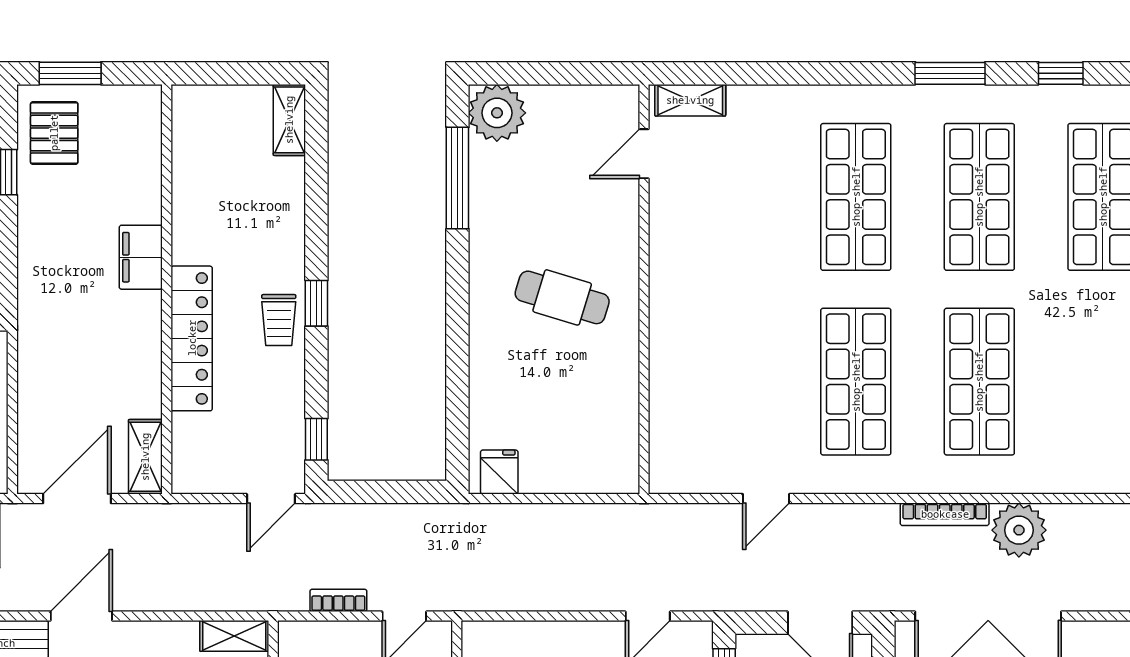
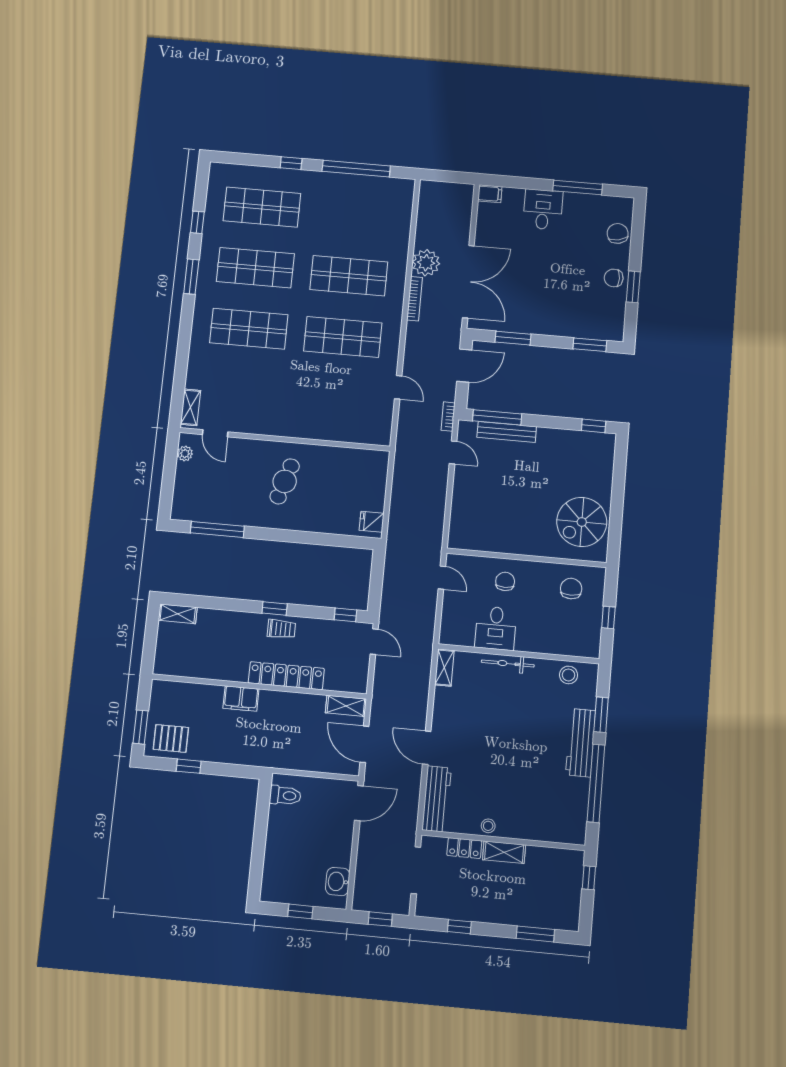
plant: (497, 113) -> (185, 454), moved, width x0.53, depth x0.53
bookcase: (338, 600) -> (448, 417), moved

